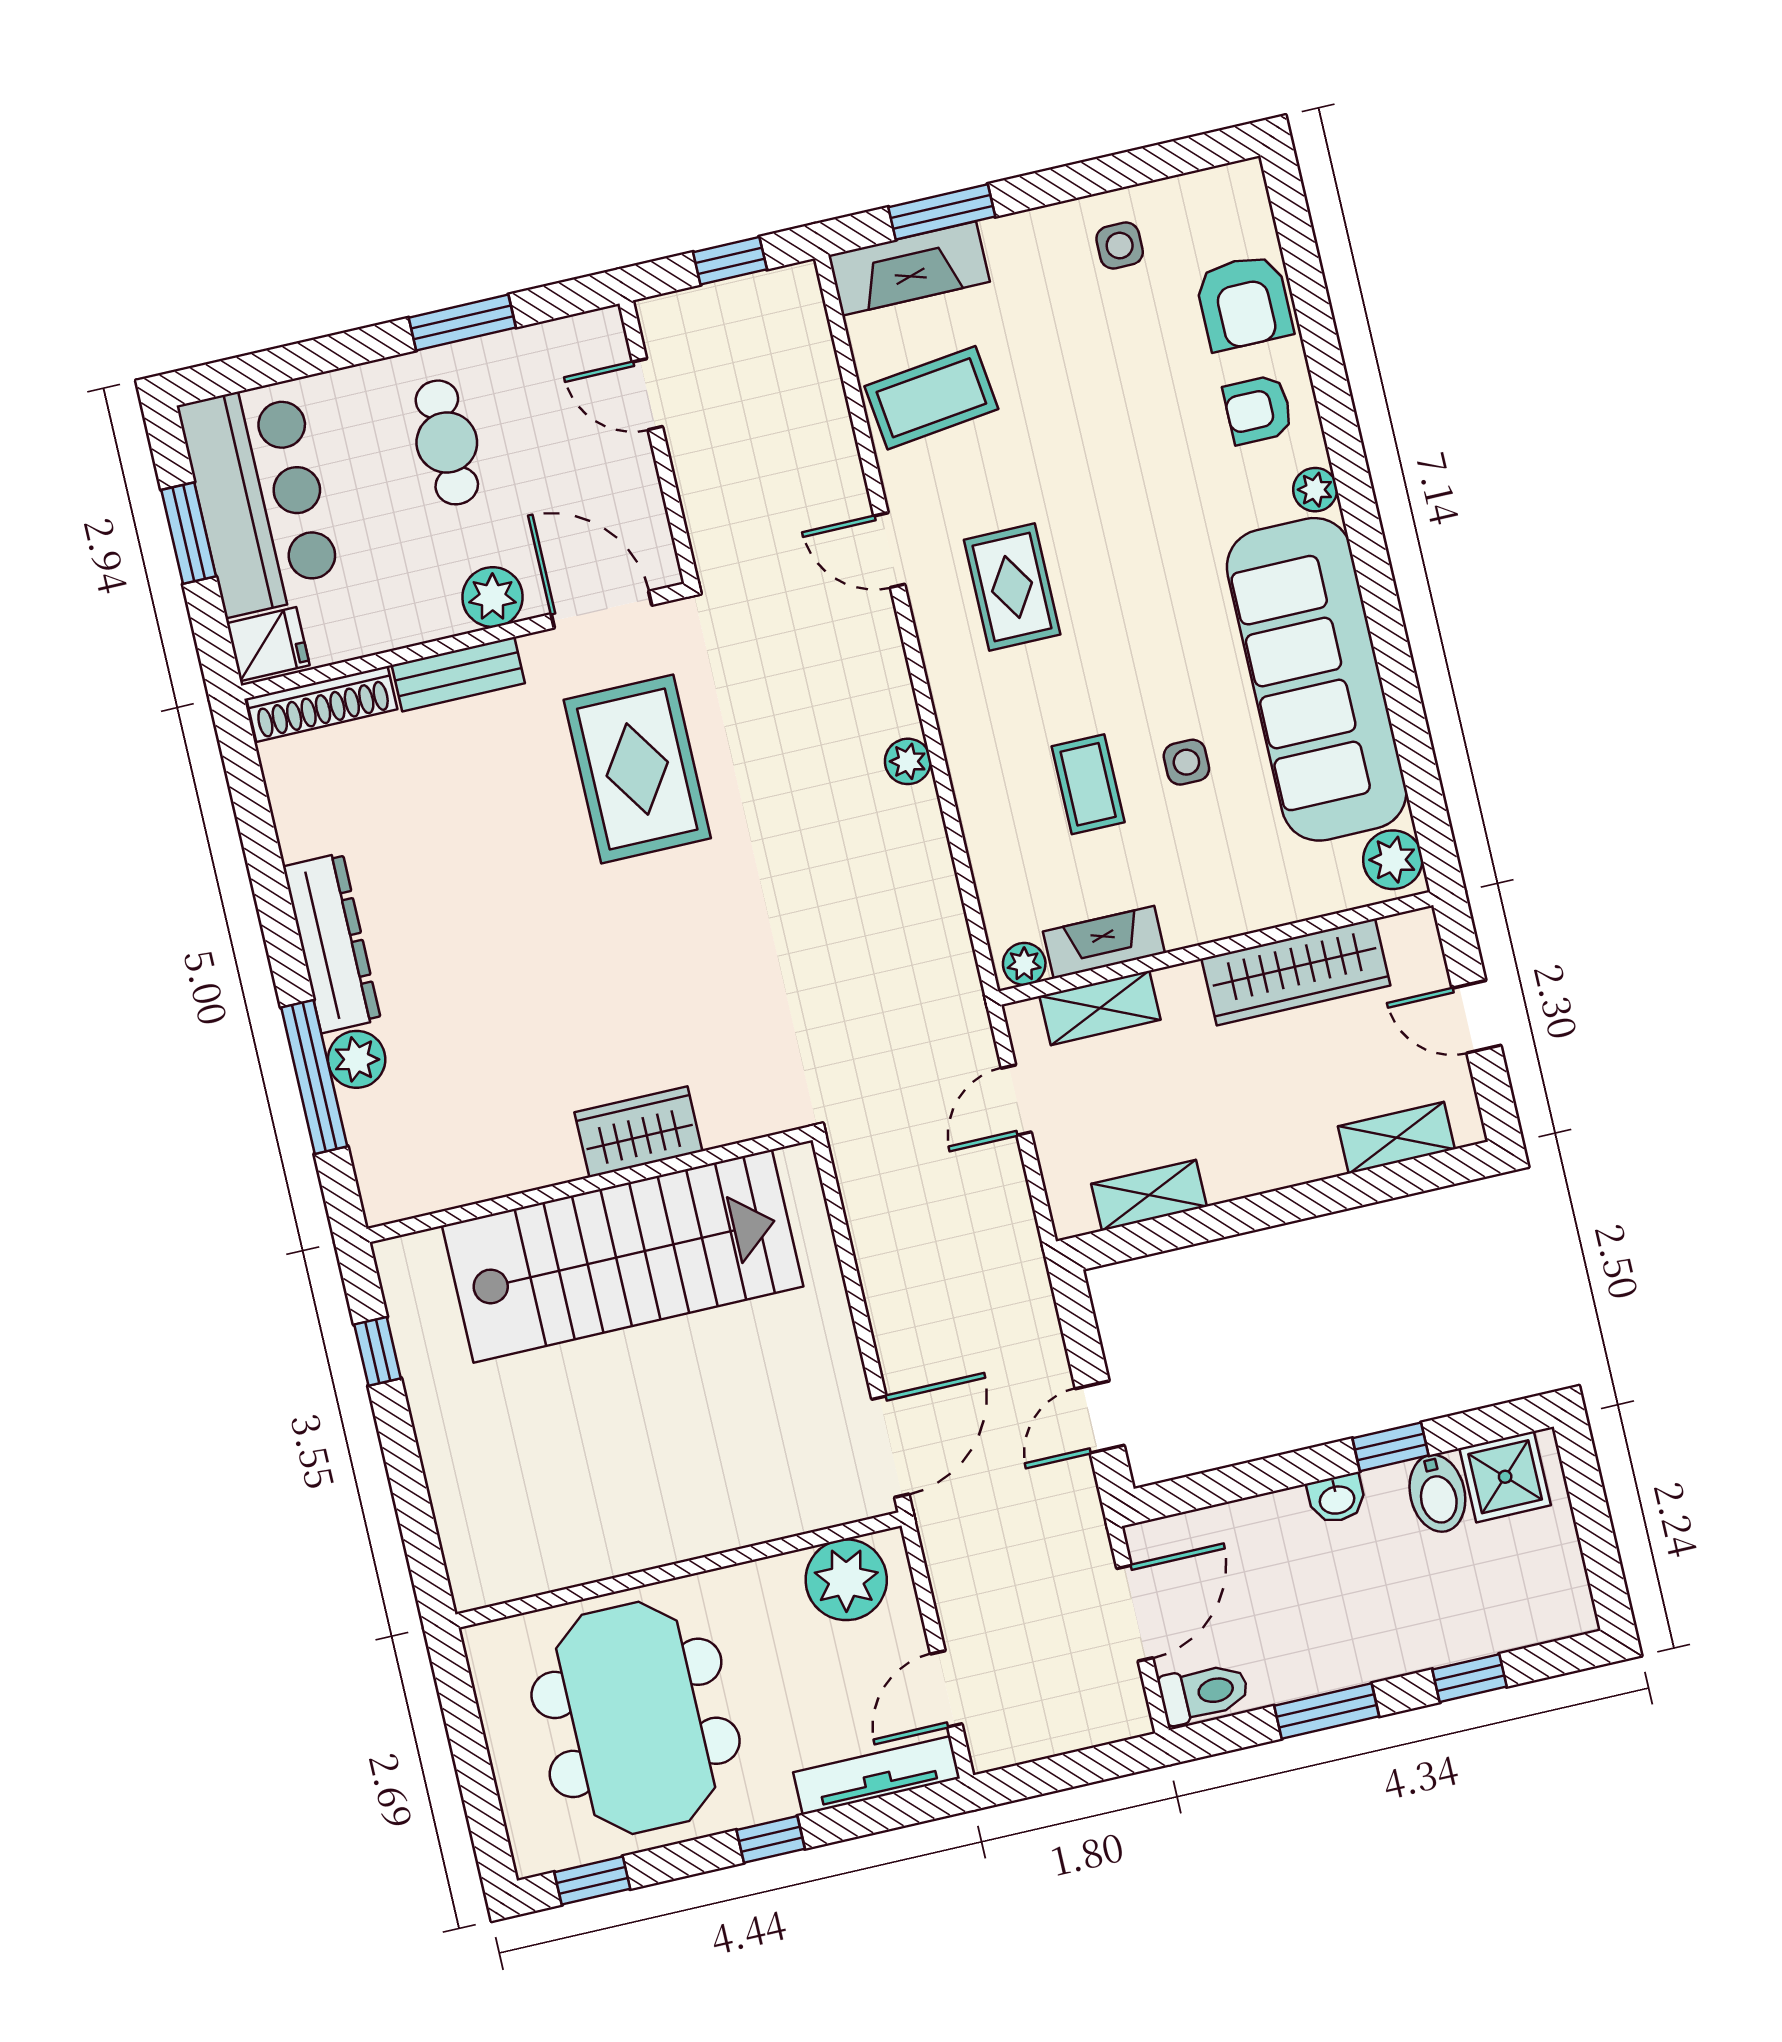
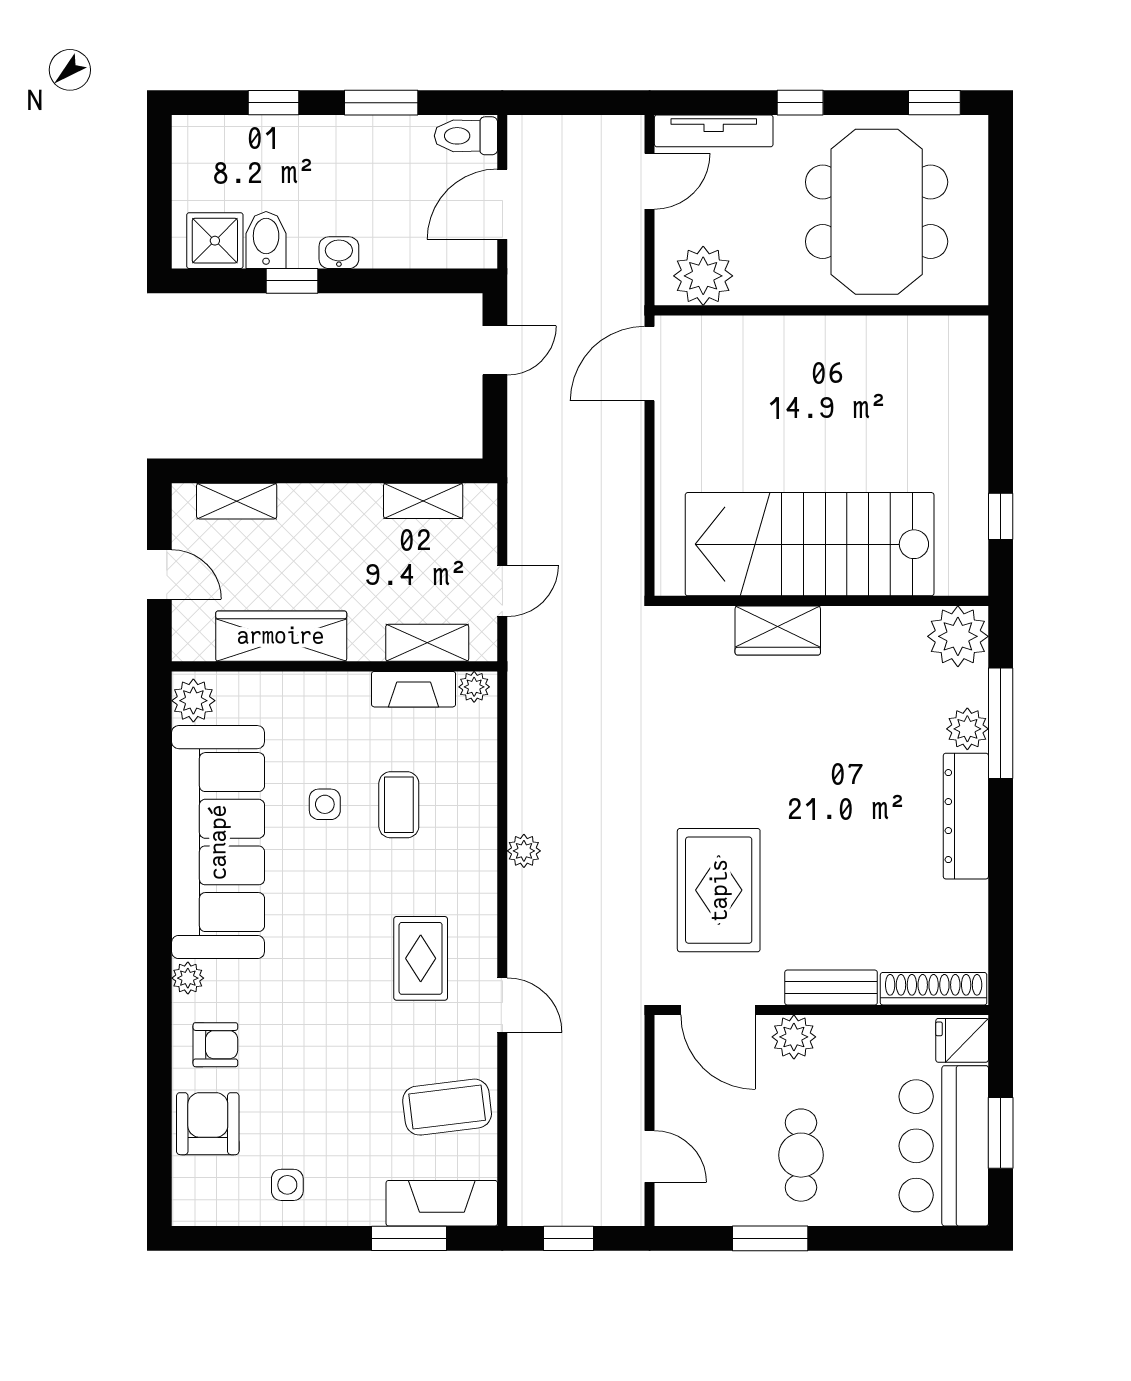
plant: (398, 1179) -> (958, 636), added

